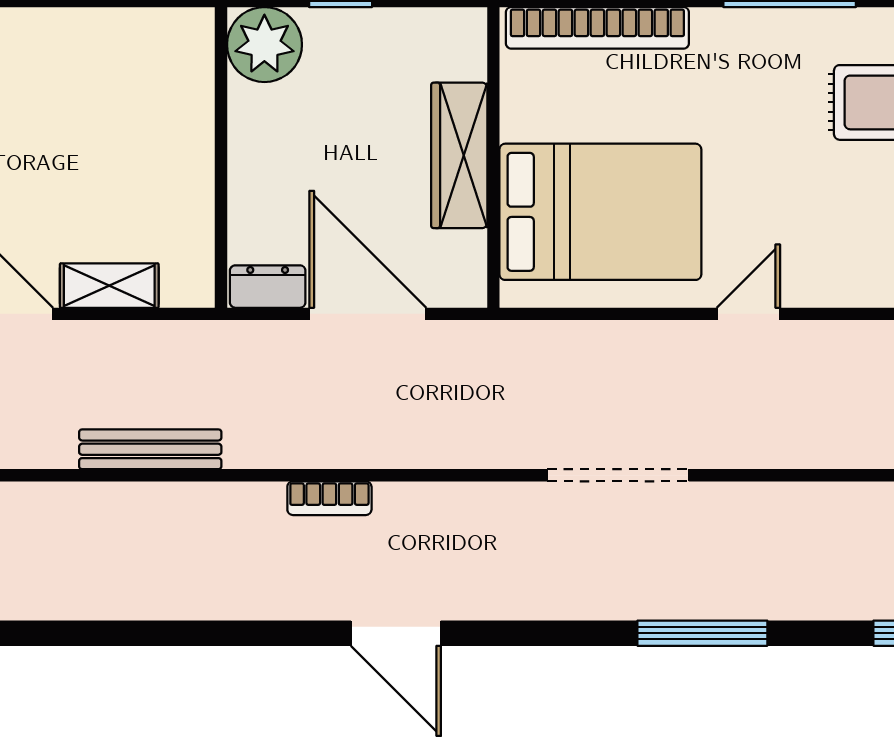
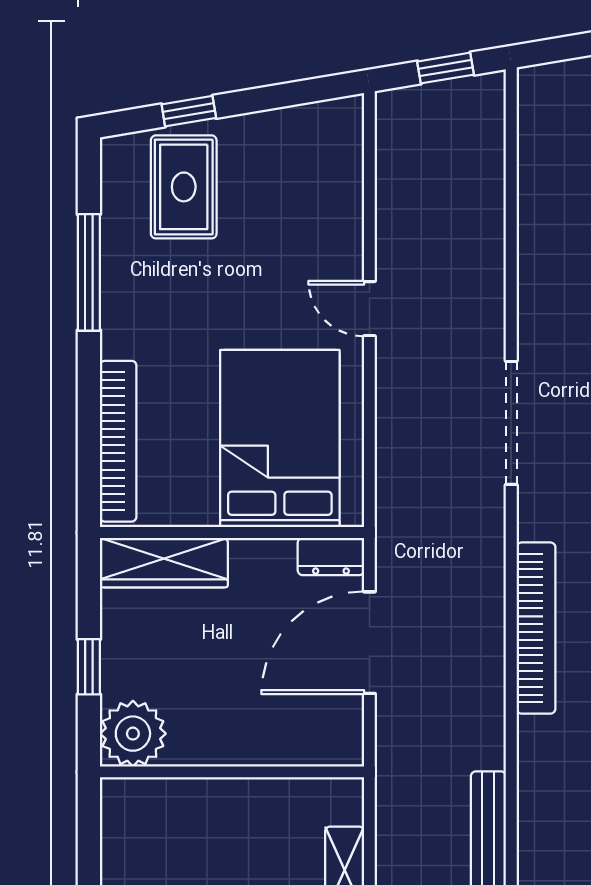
wardrobe: (459, 155) -> (164, 563), moved
dresser: (268, 287) -> (331, 557), moved, turned -90
bookcase: (329, 498) -> (536, 628), width x2.31, depth x1.31

